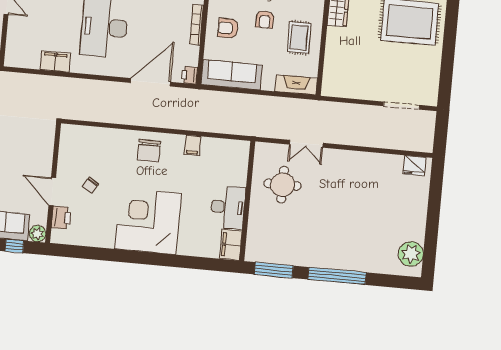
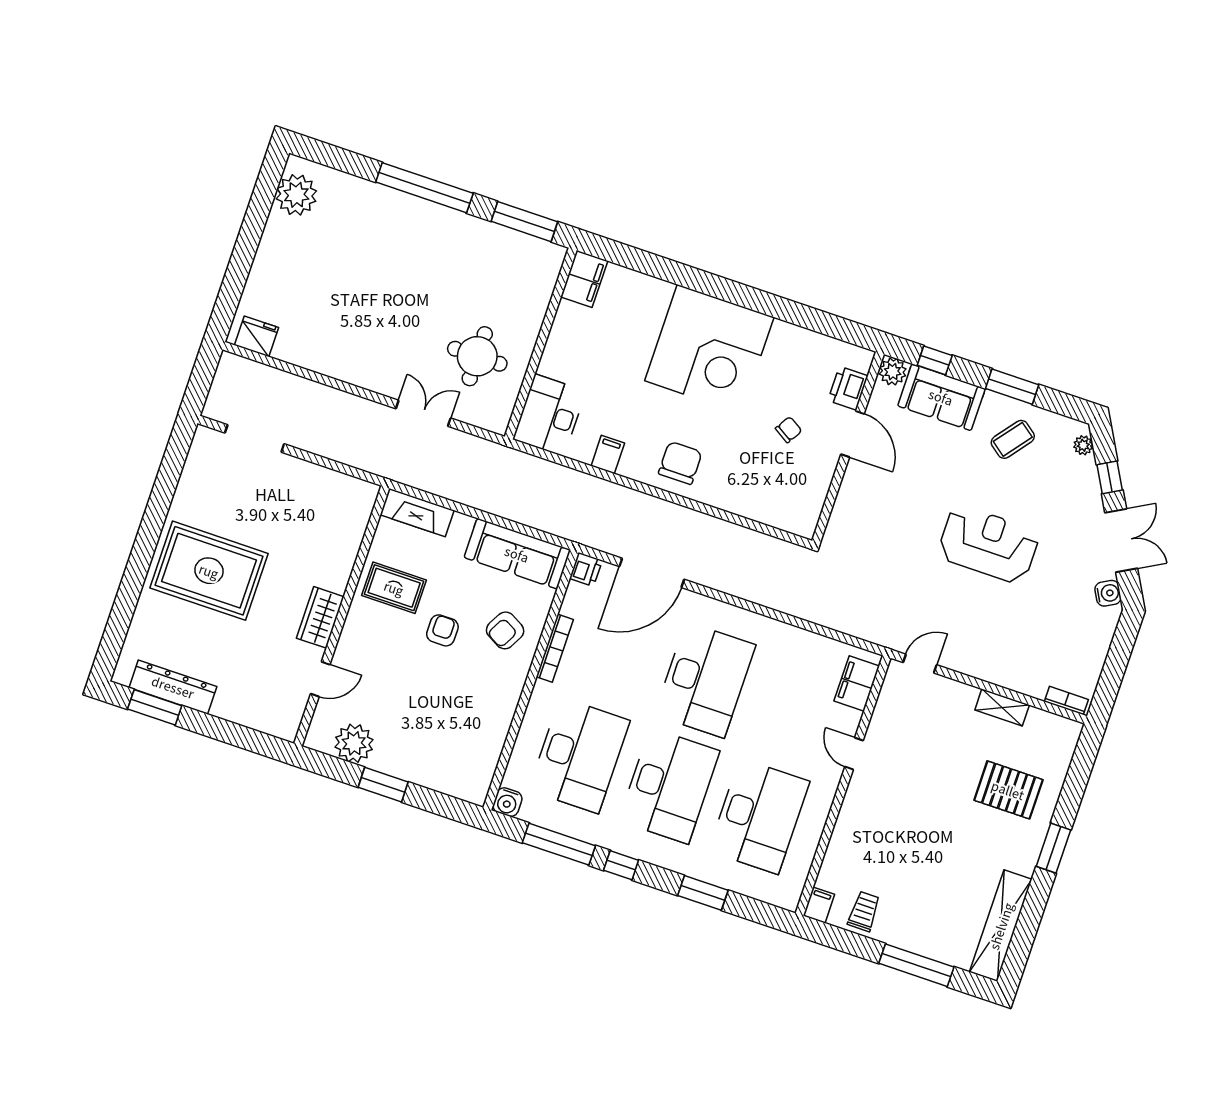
armchair: (228, 28) -> (505, 630), turned 119
rug: (299, 38) -> (394, 588), turned 90
filing cabinet: (55, 61) -> (857, 683), moved, turned 90
desk: (228, 207) -> (549, 415), moved

